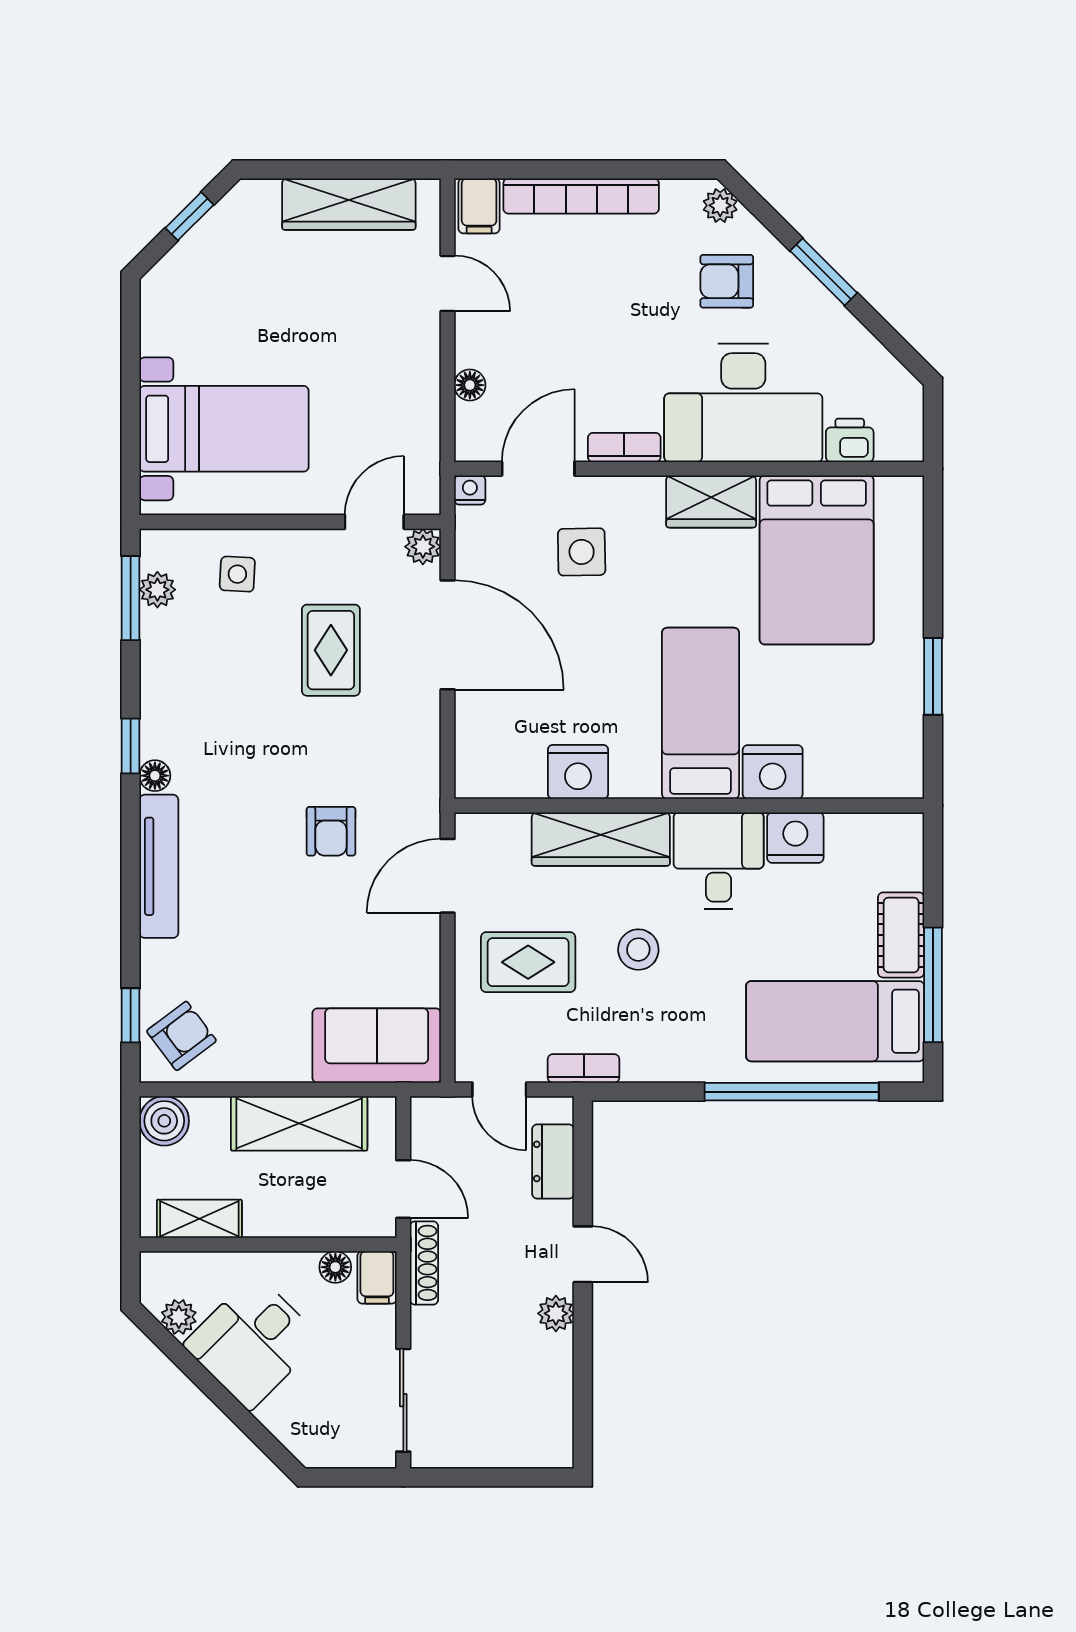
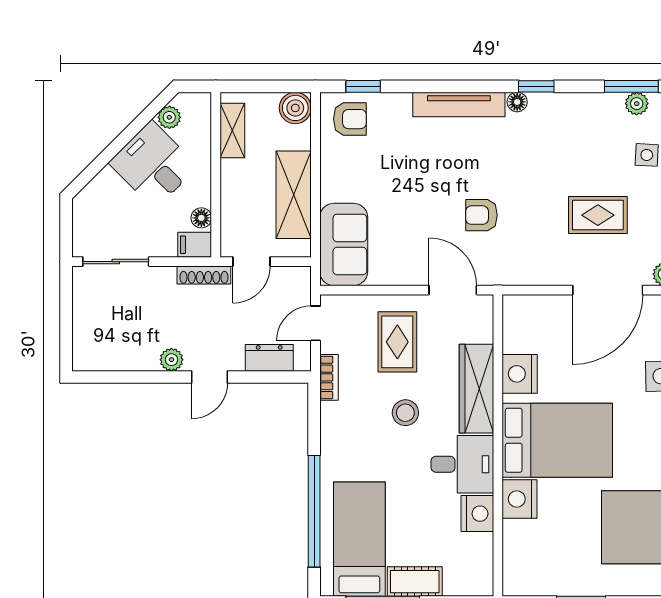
bed: (700, 713) -> (557, 440), width x1.50
armchair: (181, 1036) -> (350, 119), turned -53

